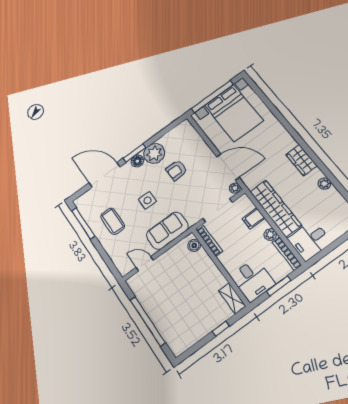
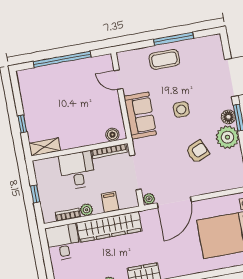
armchair: (177, 170) -> (197, 152), turned 67
coffee table: (113, 221) -> (164, 59), moved
window: (83, 223) -> (174, 39), moved
bookcase: (287, 253) -> (68, 215), width x0.64
door: (145, 264) -> (118, 80), swing flipped
desk: (253, 280) -> (77, 170), moved, turned 90
window: (279, 286) -> (35, 194), width x0.67

